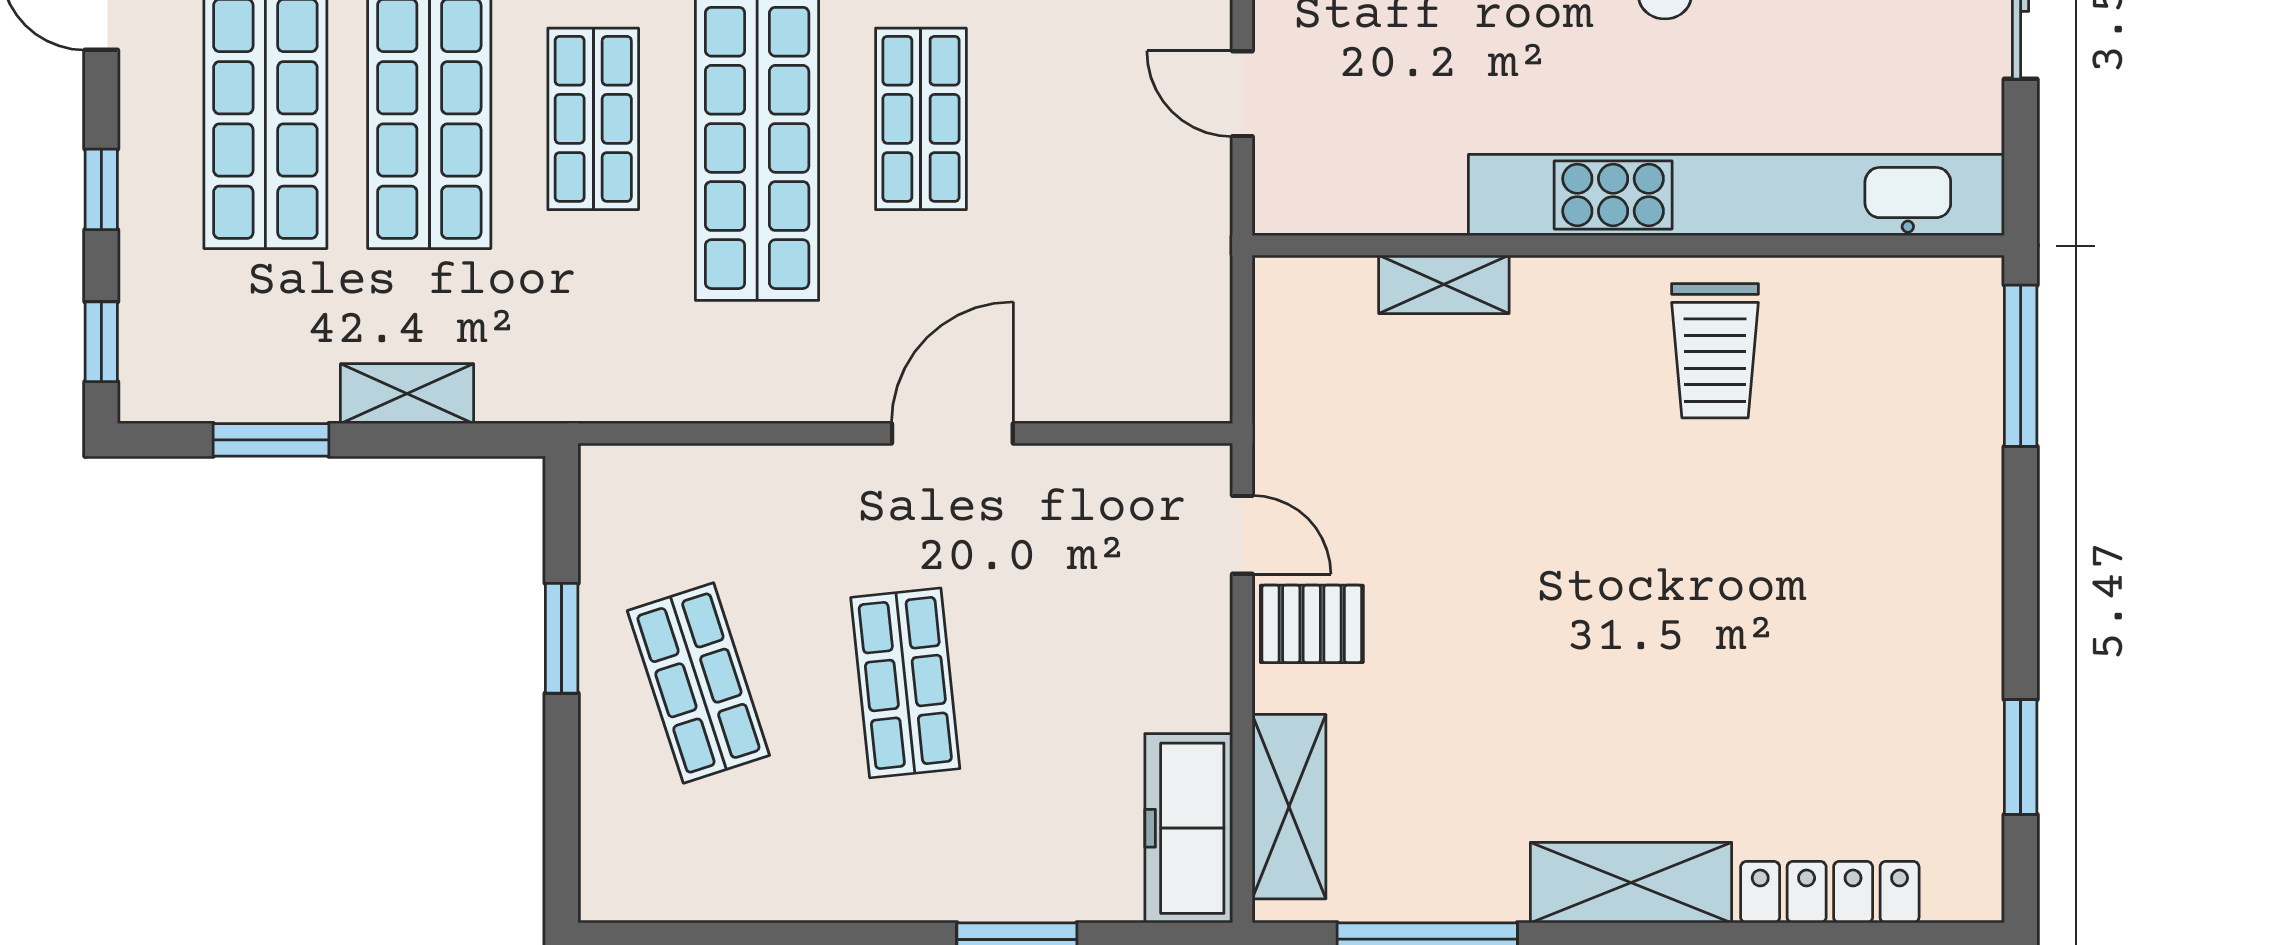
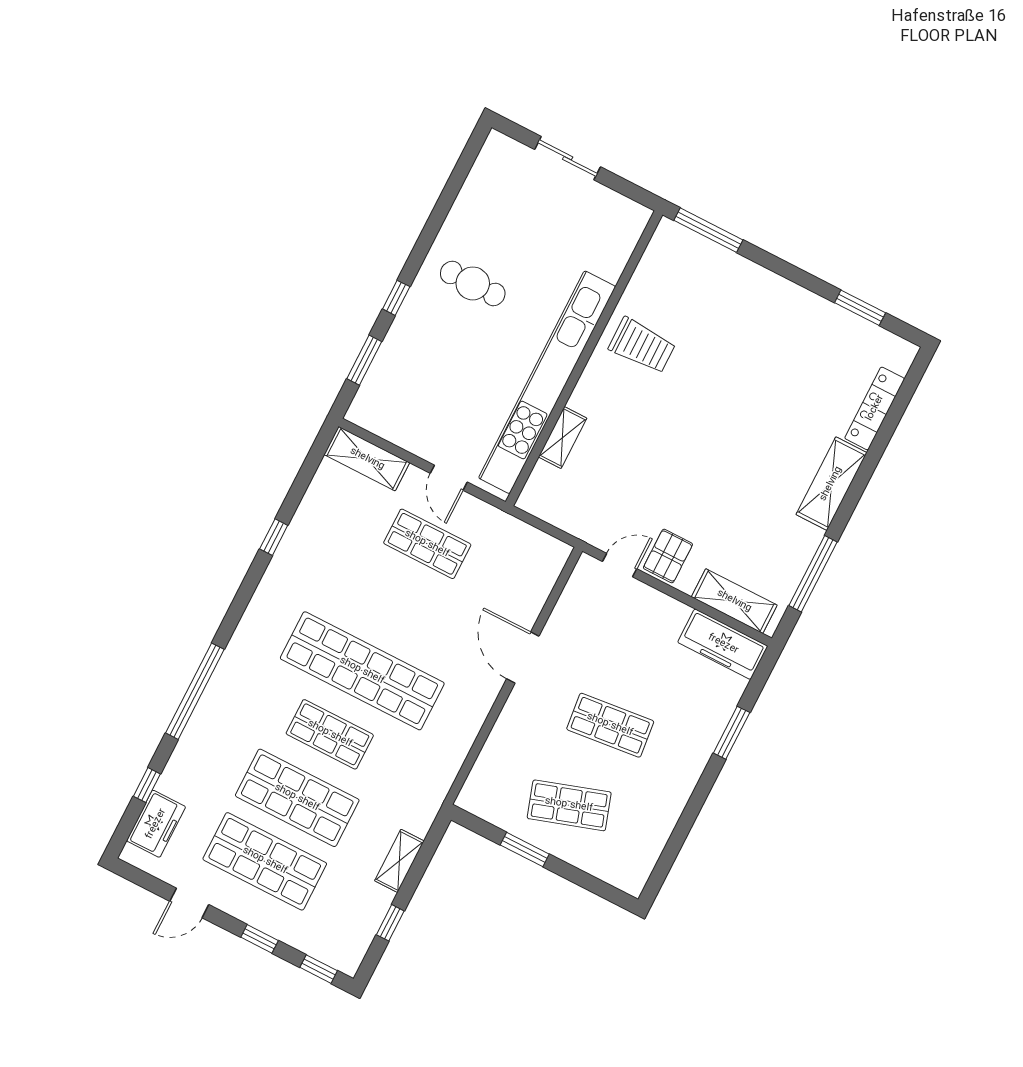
door: (1242, 94) -> (449, 478), hinge flipped
shop shelf: (921, 119) -> (427, 544), moved
kitchen unit: (1736, 195) -> (547, 382), moved
window: (271, 440) -> (390, 923), width x0.67

